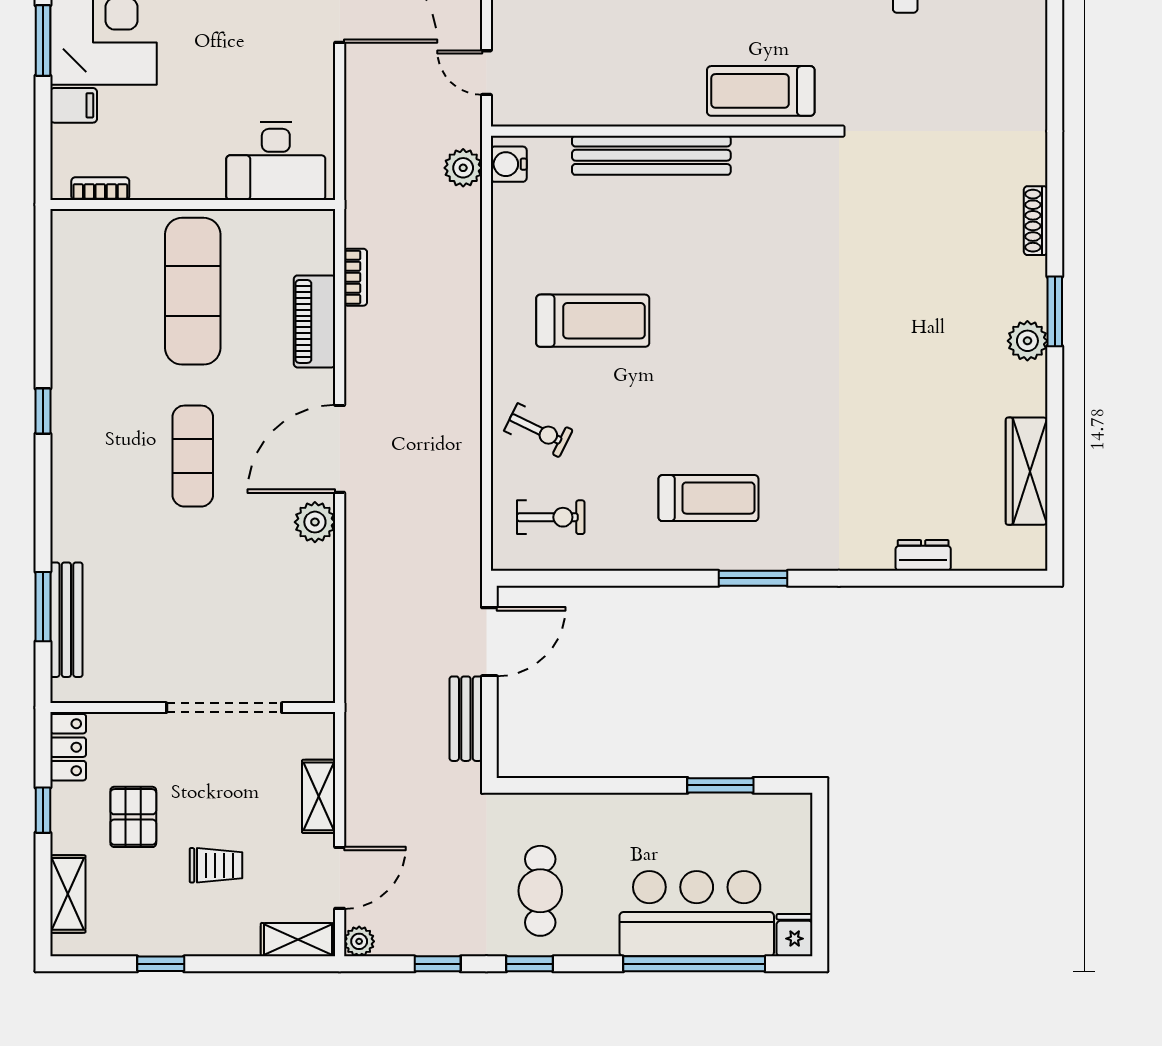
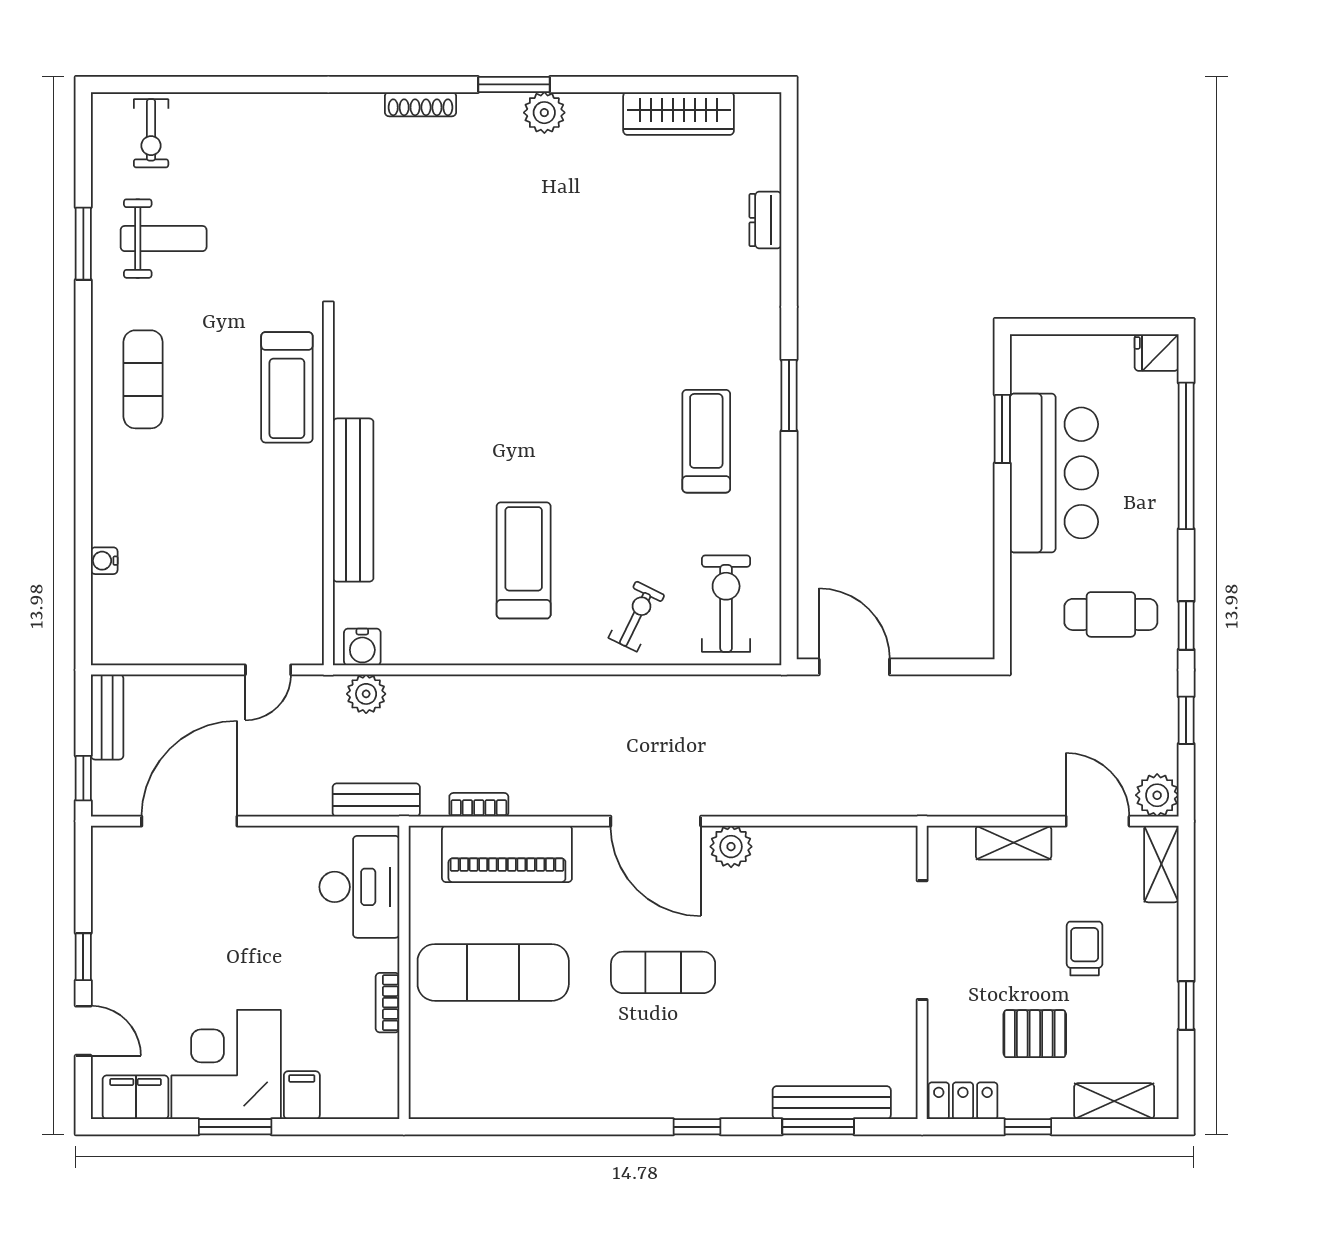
bookcase: (100, 189) -> (388, 1003), moved
piano: (315, 321) -> (507, 854), width x1.37, depth x1.33
window: (43, 411) -> (697, 1127), moved
exercise bike: (551, 517) -> (726, 604), width x1.38, depth x1.39
bench: (466, 719) -> (376, 800), moved
bar counter: (697, 914) -> (1054, 473), moved, turned 180
plant: (359, 941) -> (1157, 795), width x1.38, depth x1.38

